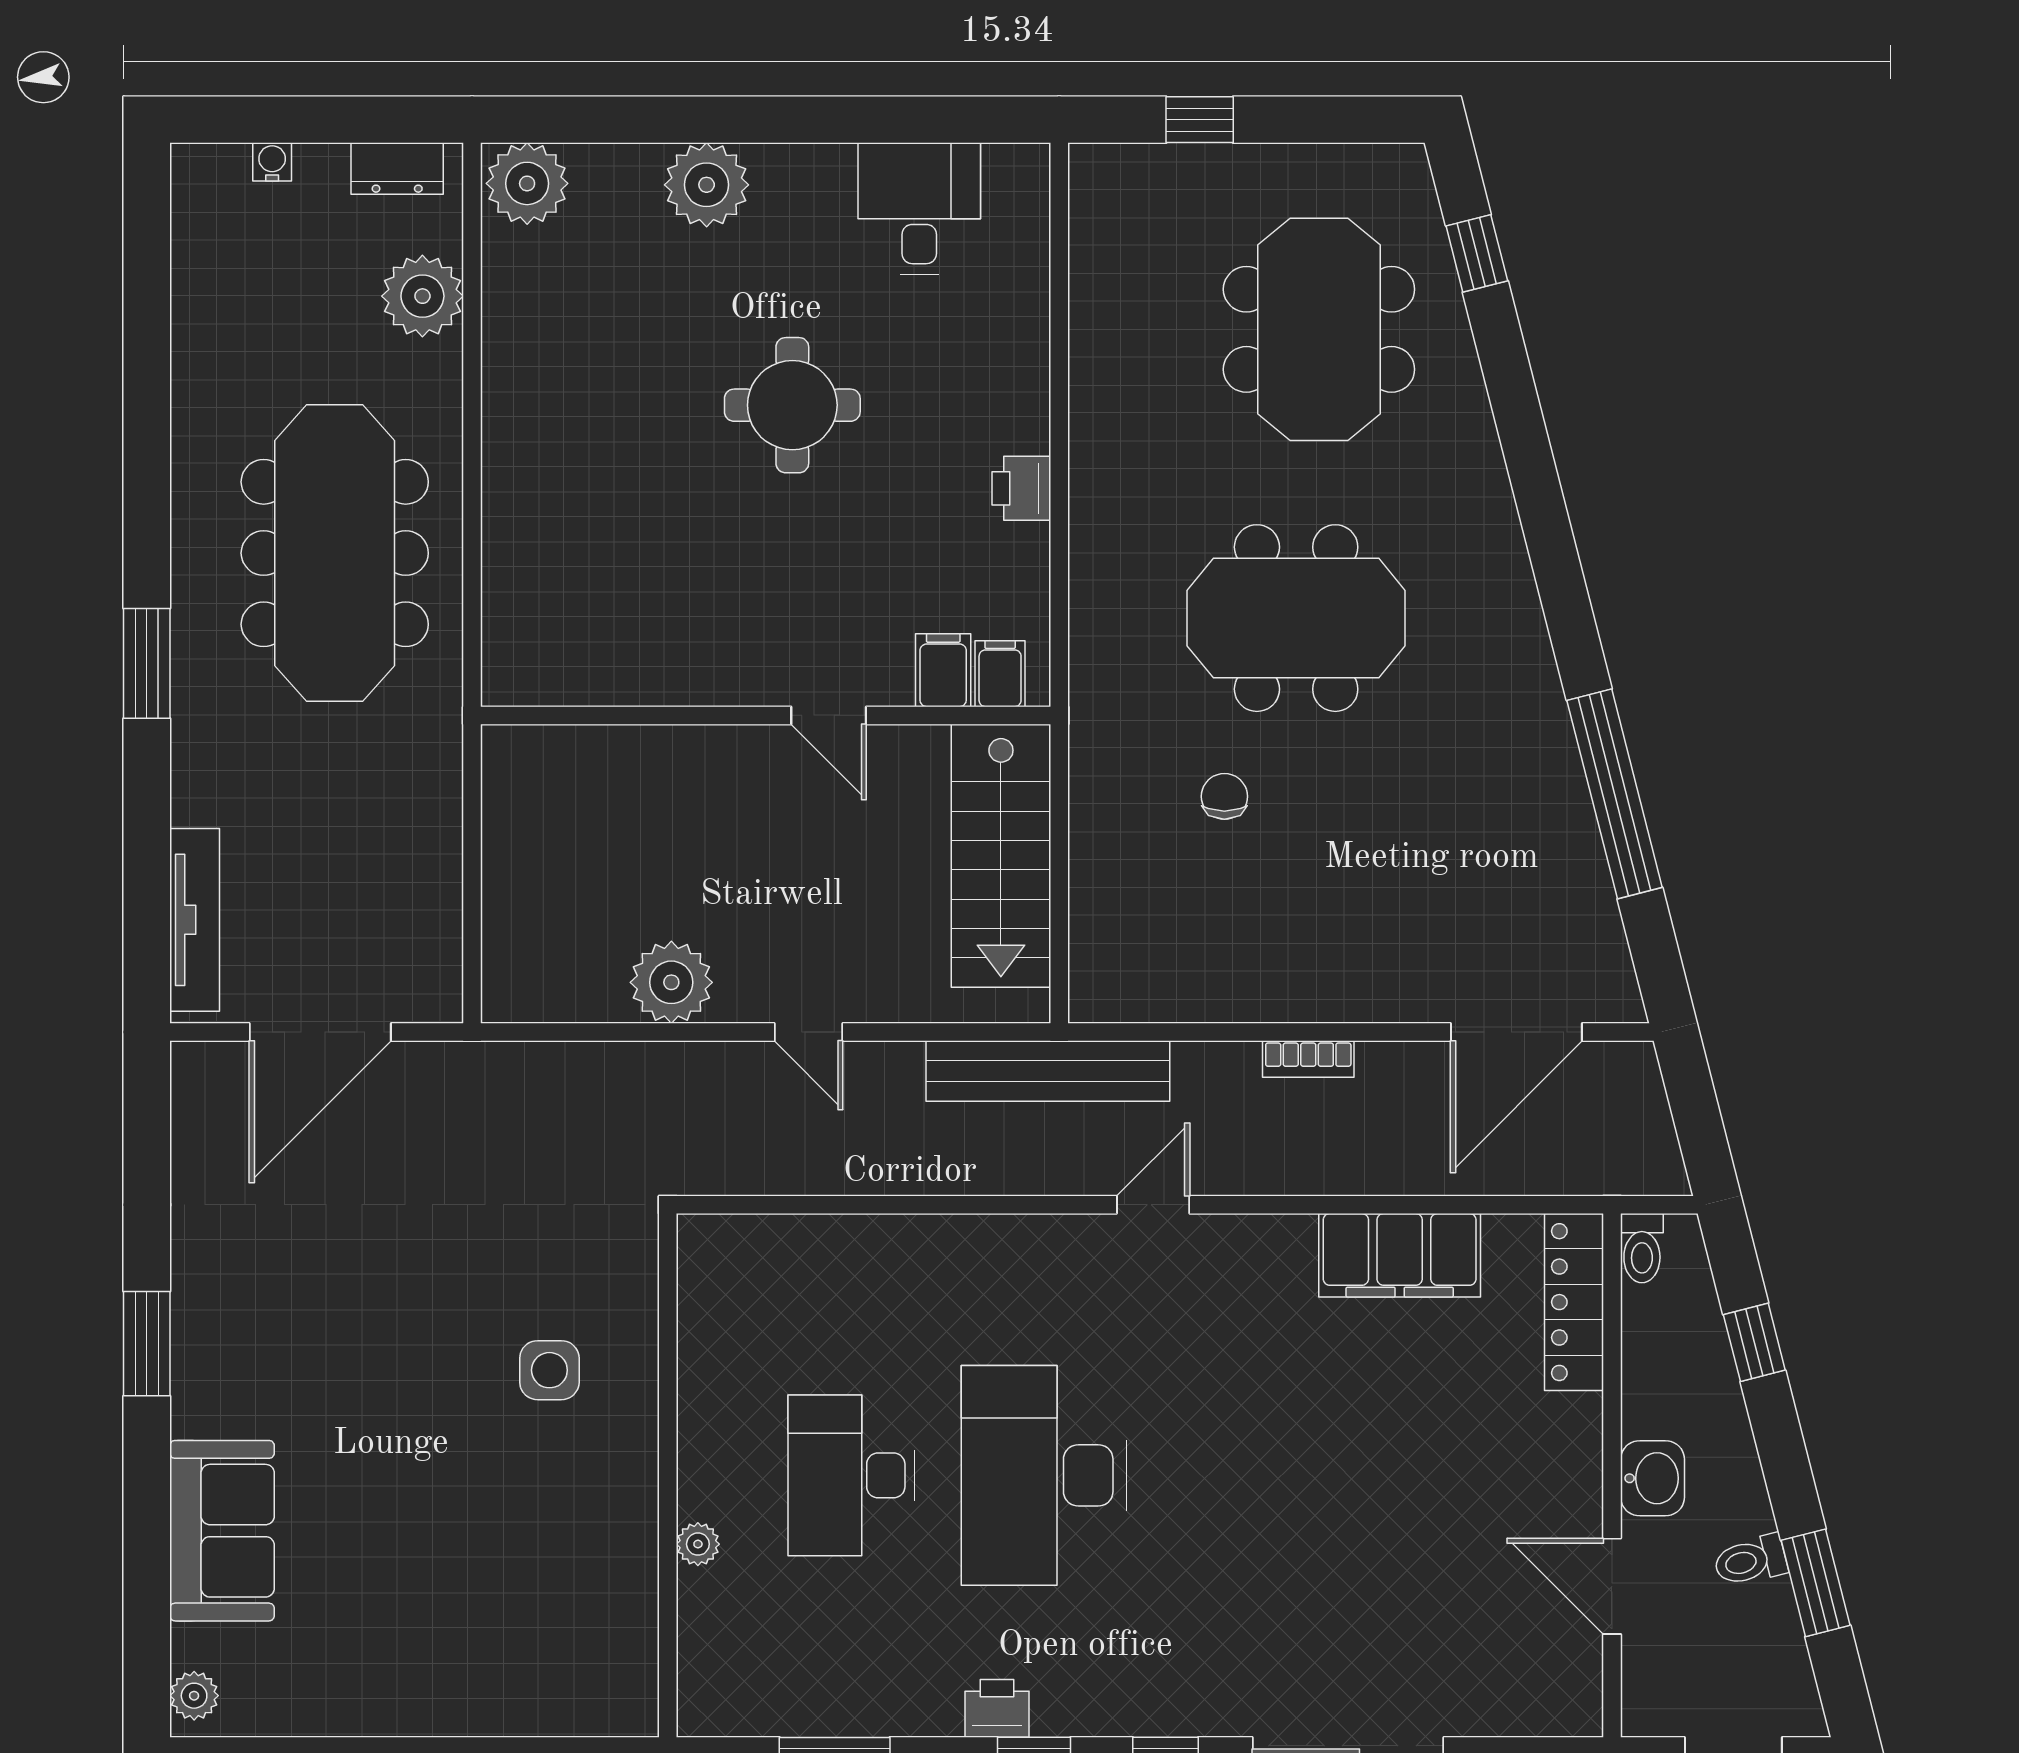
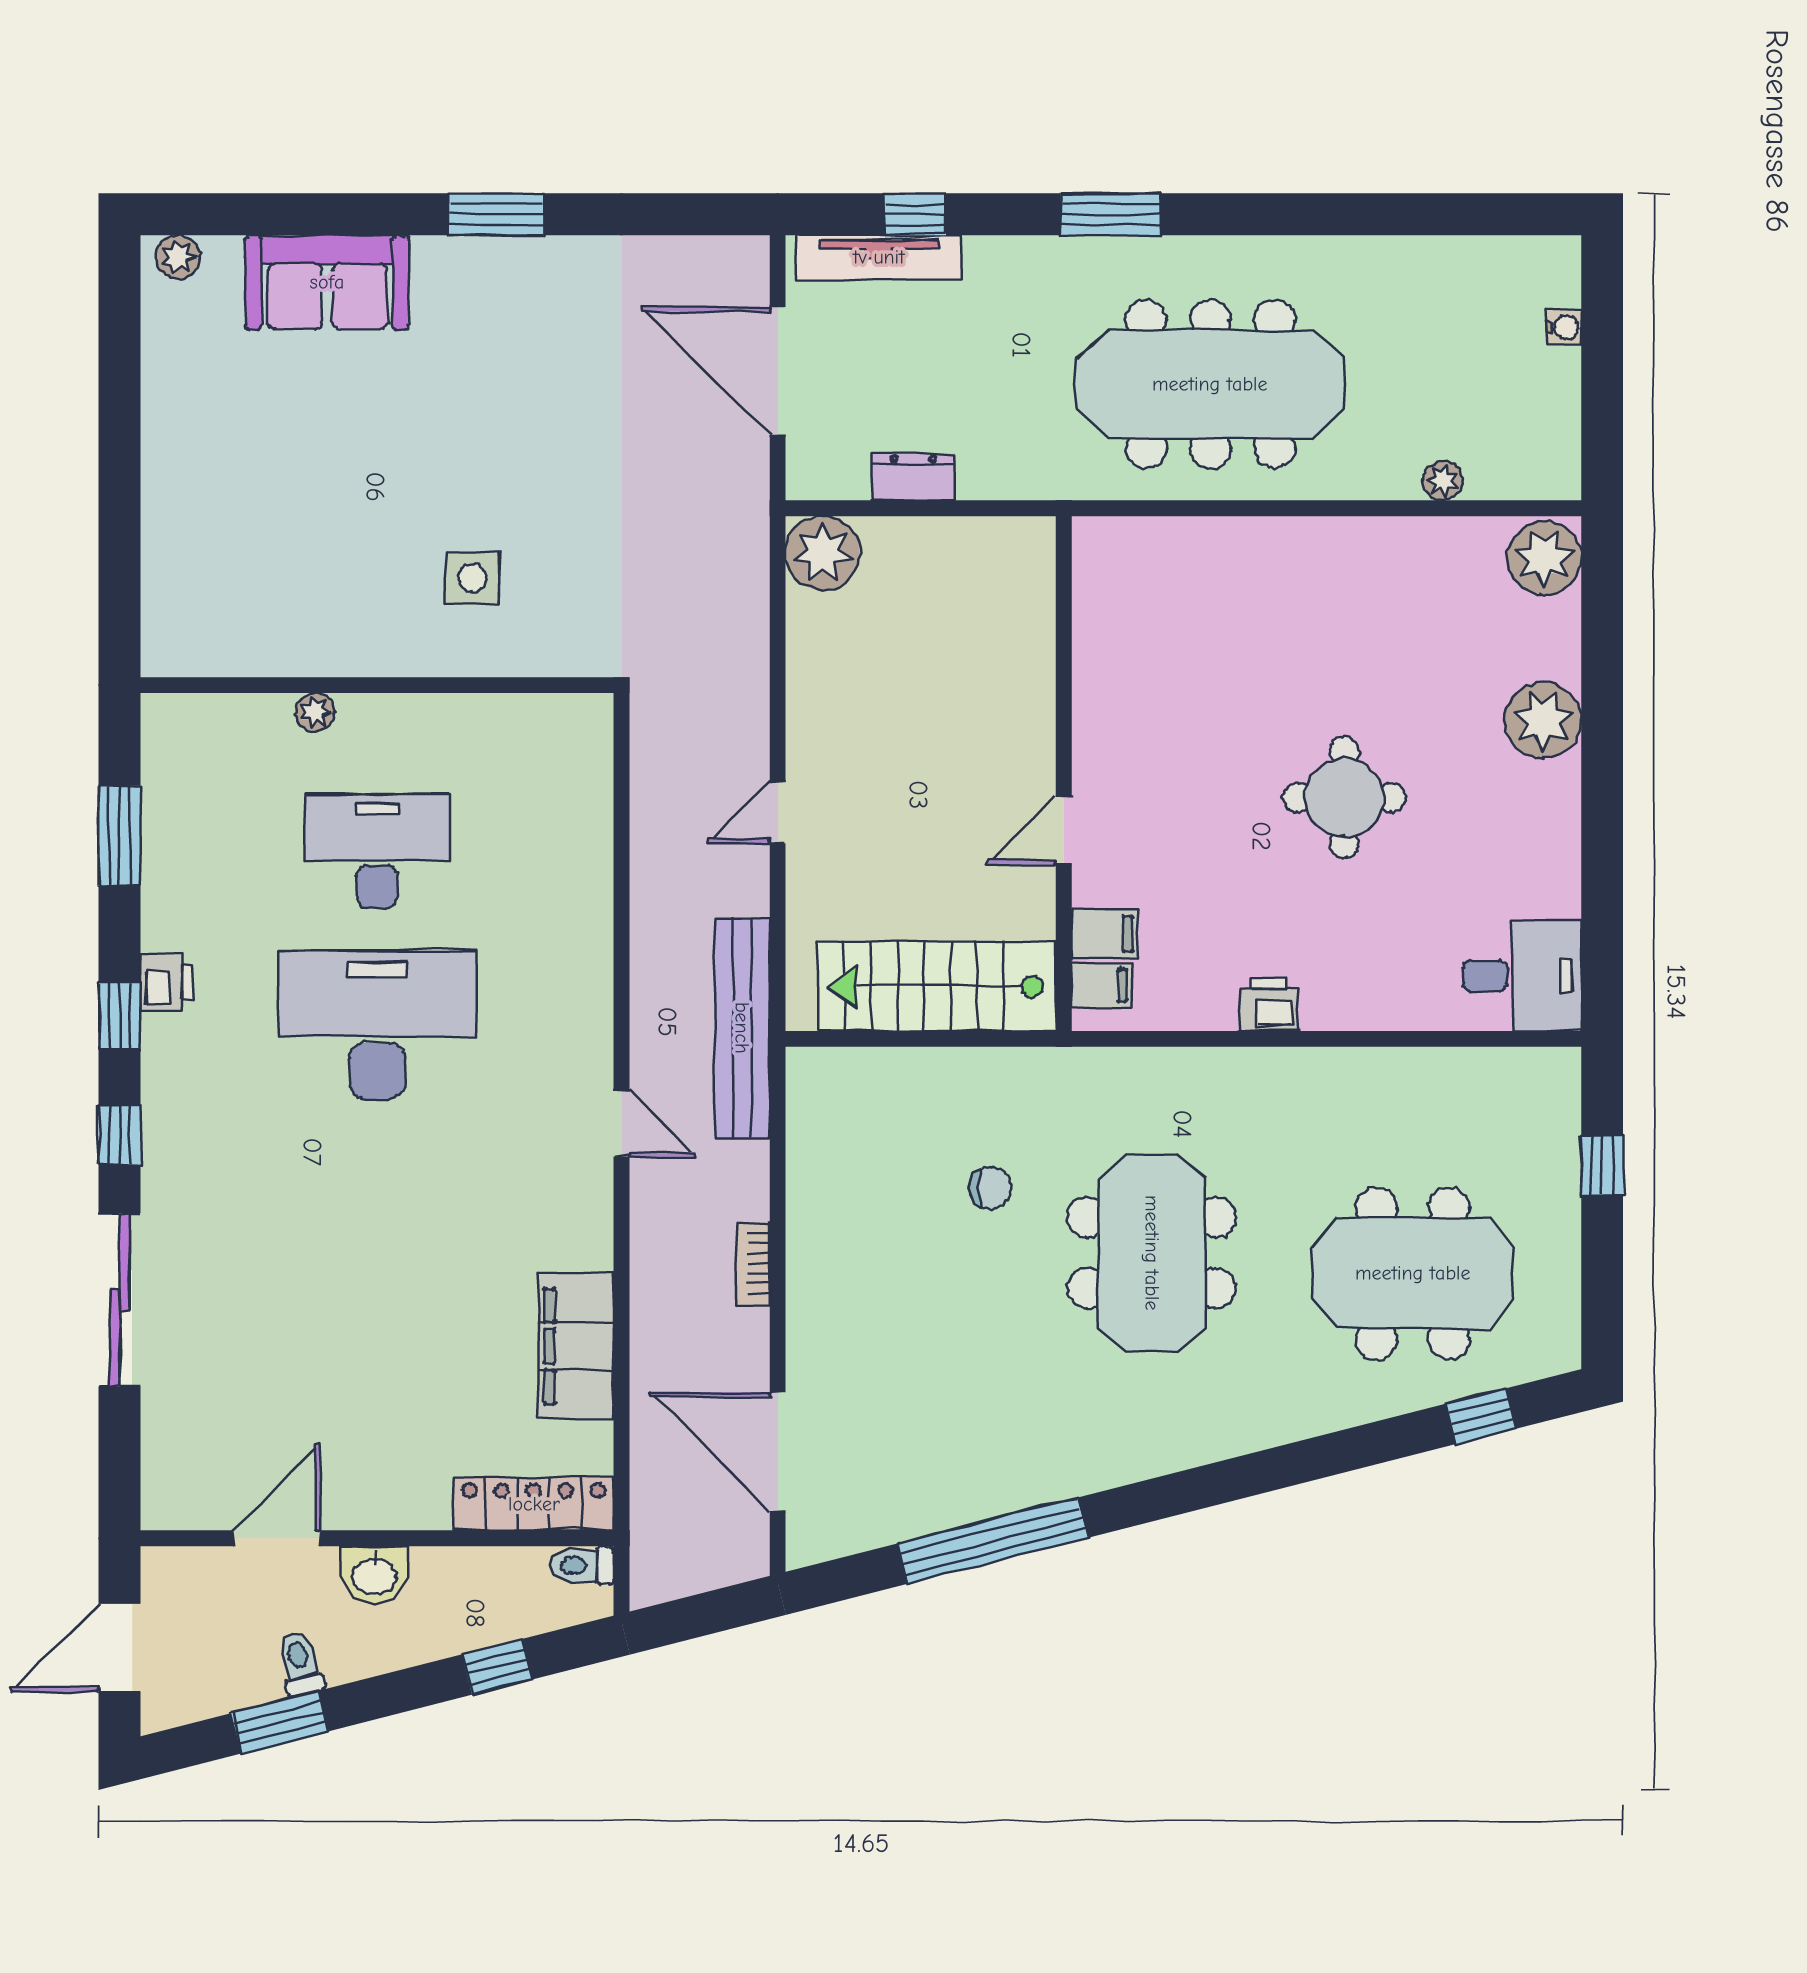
dresser: (397, 168) -> (914, 477), moved, turned 90
desk: (919, 208) -> (1522, 976), moved
plant: (422, 296) -> (1443, 481), width x0.53, depth x0.53
window: (147, 880) -> (915, 214), added
plant: (671, 982) -> (823, 553), moved

